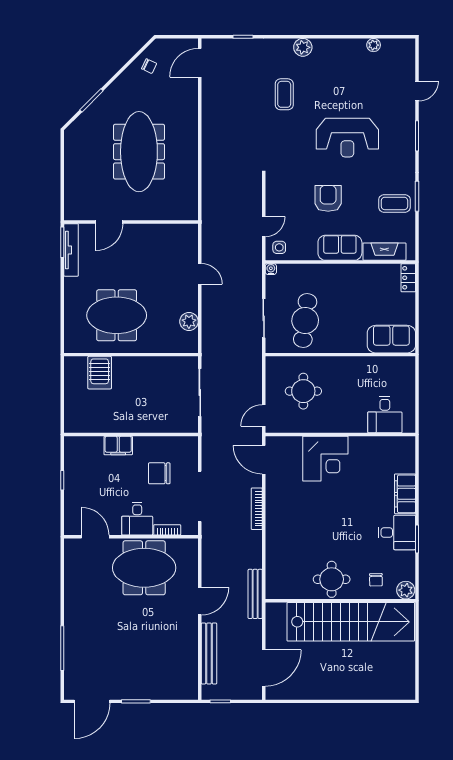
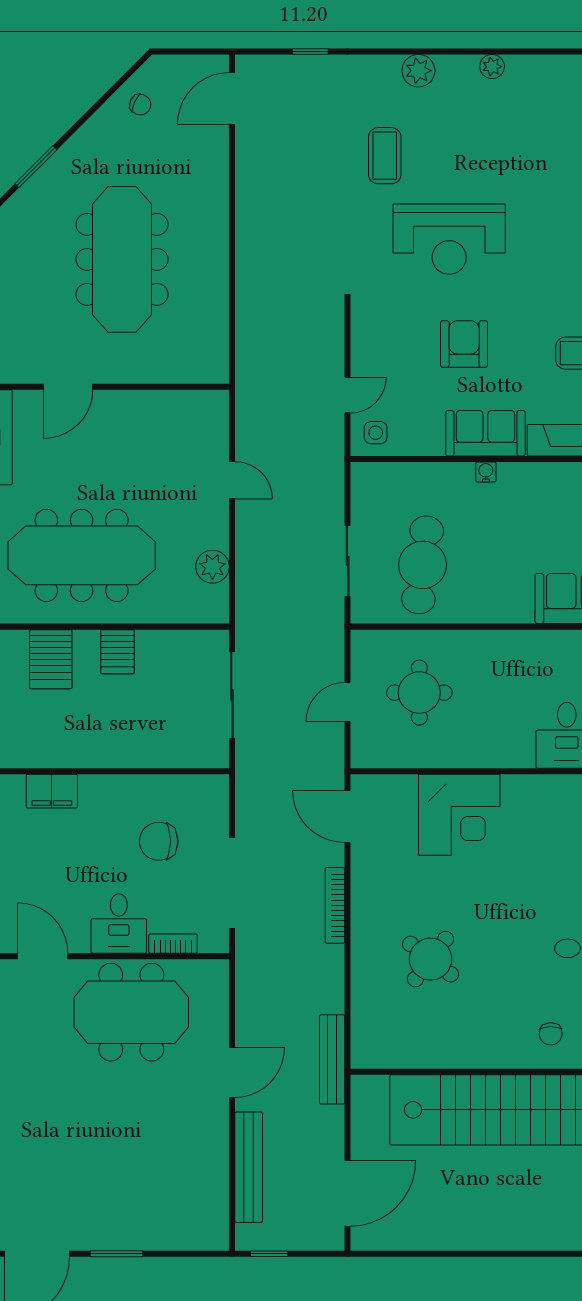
plant: (374, 45) -> (492, 67), moved
reception desk: (347, 138) -> (449, 239), moved
water cooler: (271, 269) -> (486, 472), moved
meeting table: (117, 315) -> (82, 555), width x1.36
server rack: (136, 368) -> (117, 652), added
door: (264, 416) -> (348, 702), moved
filing cabinet: (118, 446) -> (52, 791), moved
round table: (332, 579) -> (431, 959), moved, turned 37

